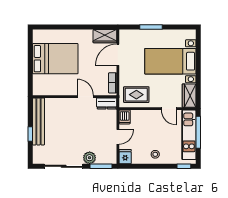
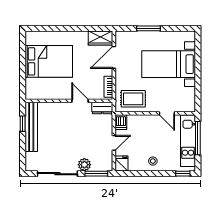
wardrobe: (189, 96) -> (188, 100), removed
window: (30, 134) -> (23, 124), moved

